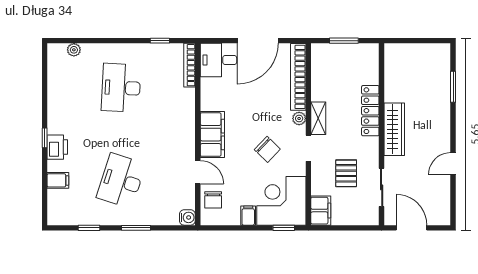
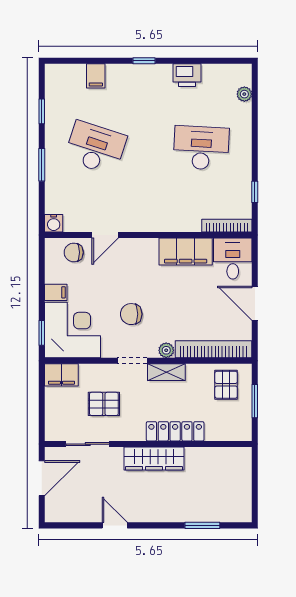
door: (258, 41) -> (255, 303), width x0.73
pallet: (329, 66) -> (226, 385), added
filing cabinet: (212, 135) -> (186, 252), moved
printer: (57, 147) -> (187, 75), moved
chair: (267, 149) -> (131, 314), turned 46

